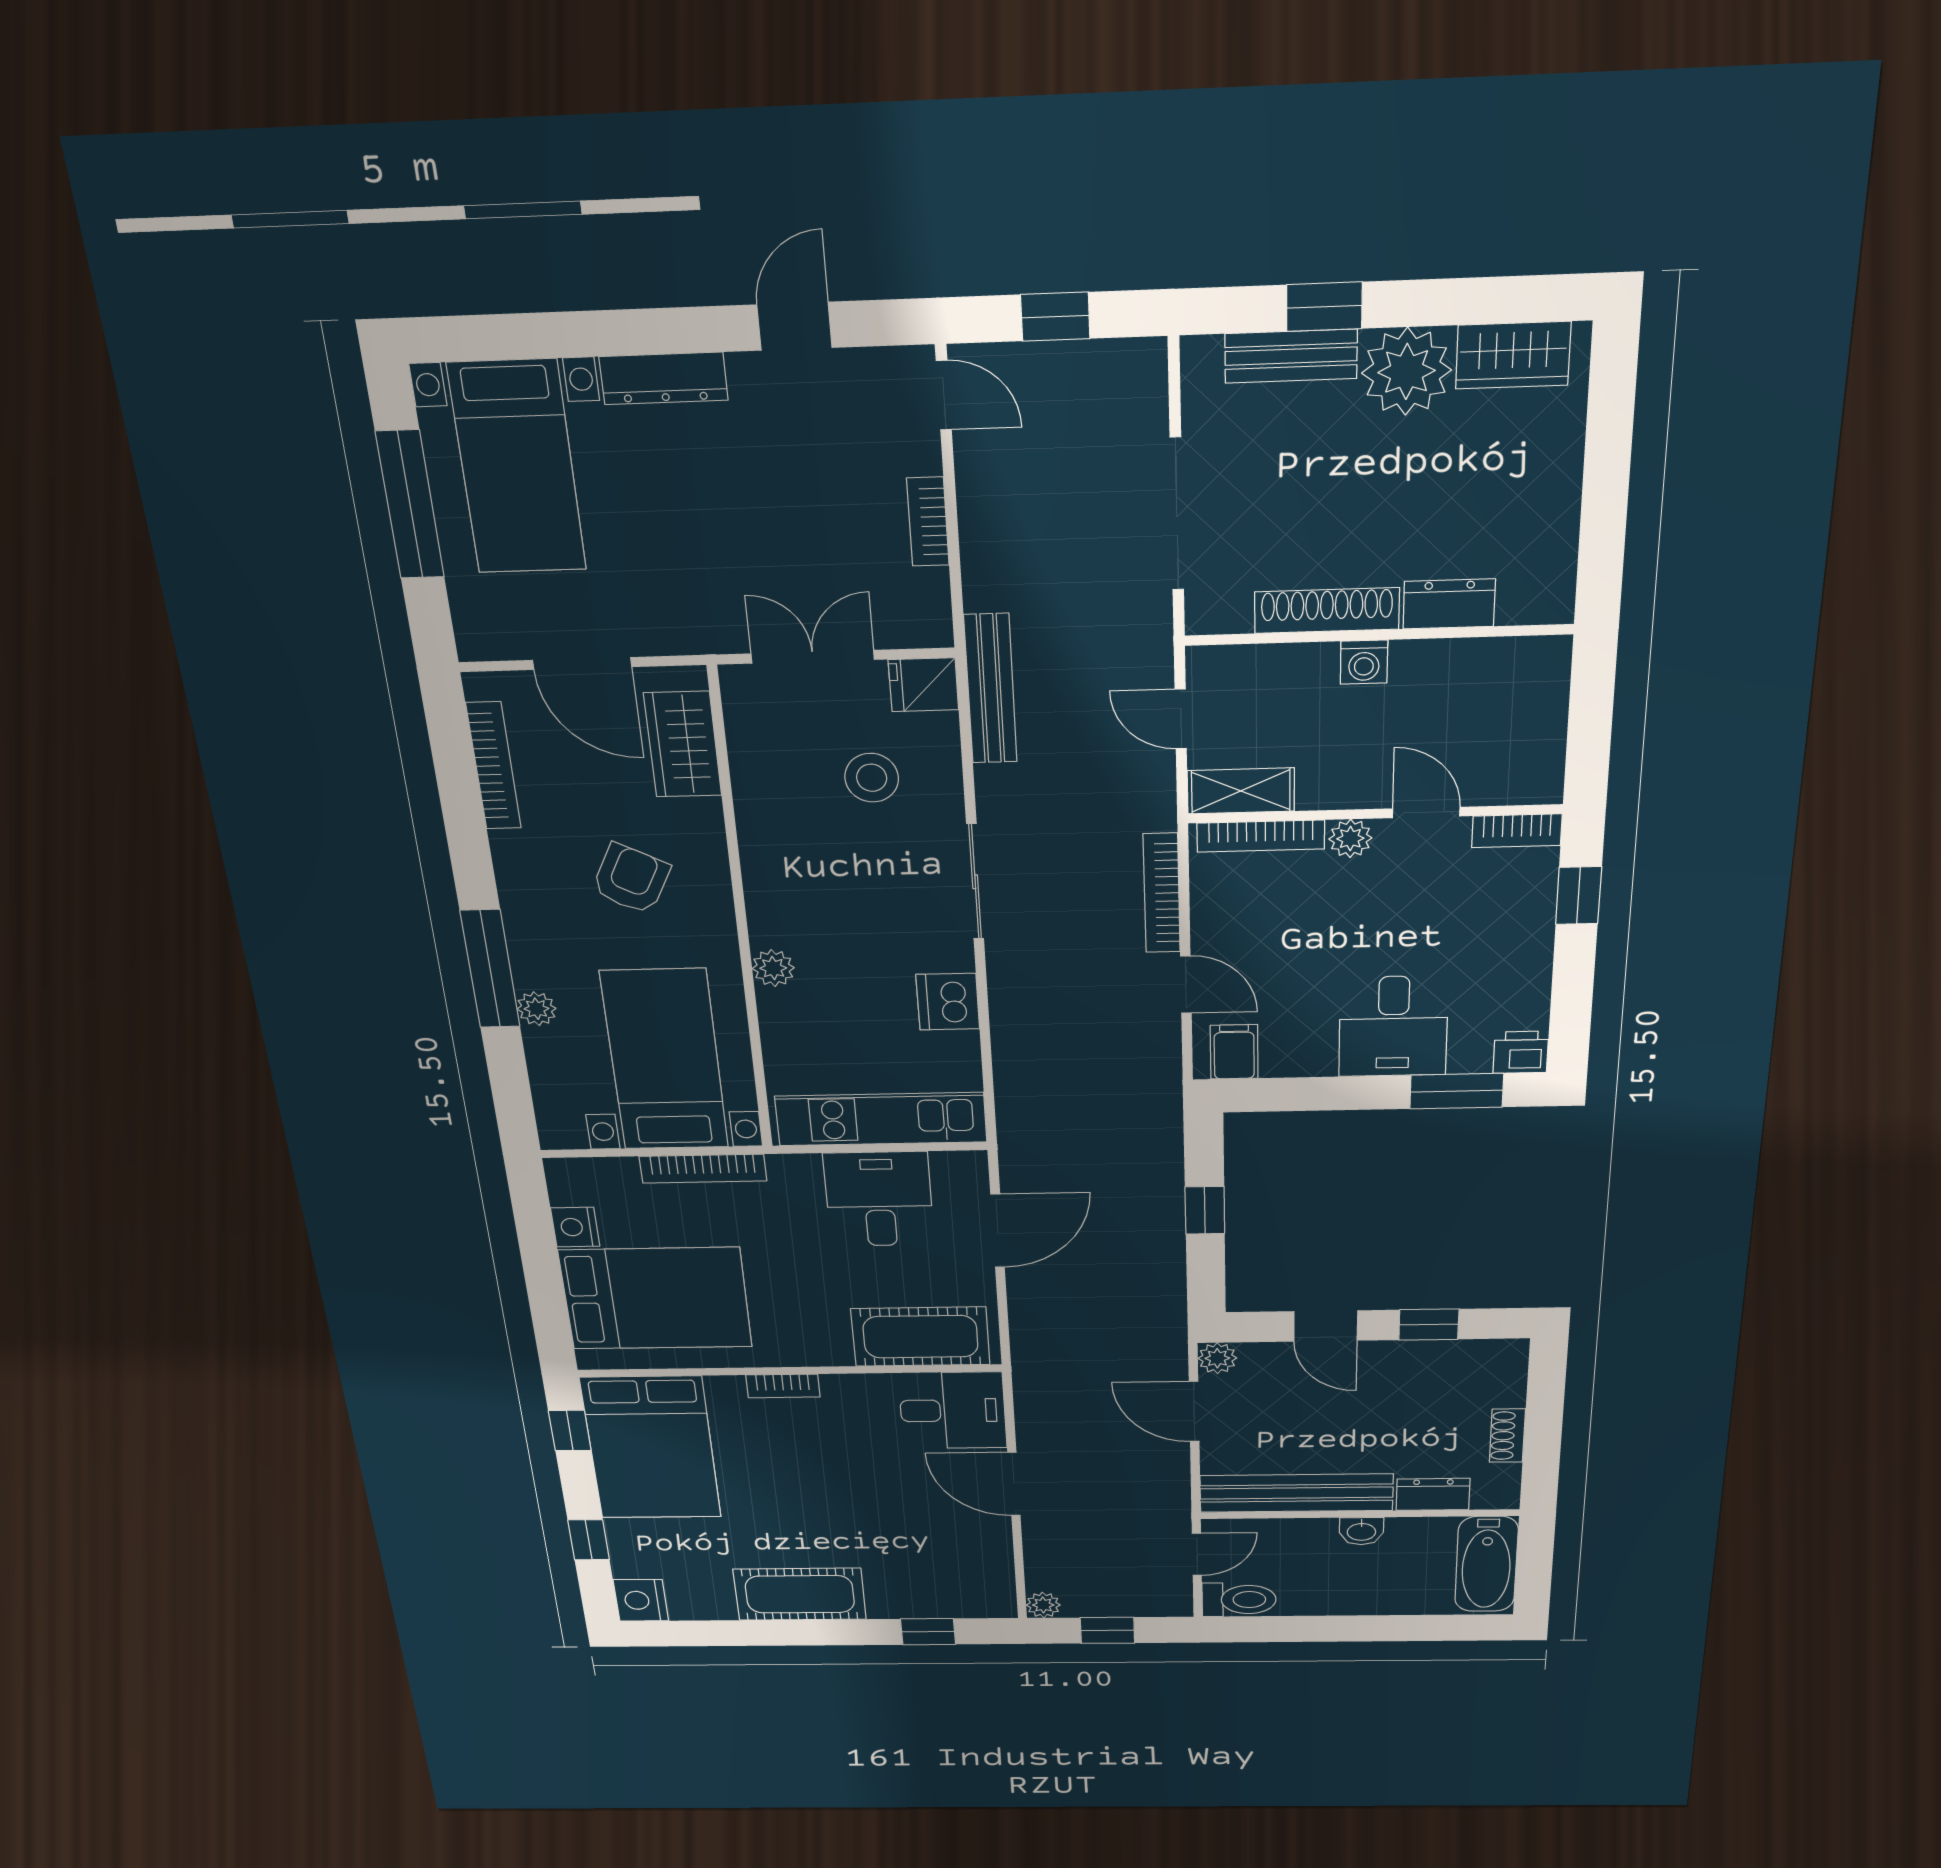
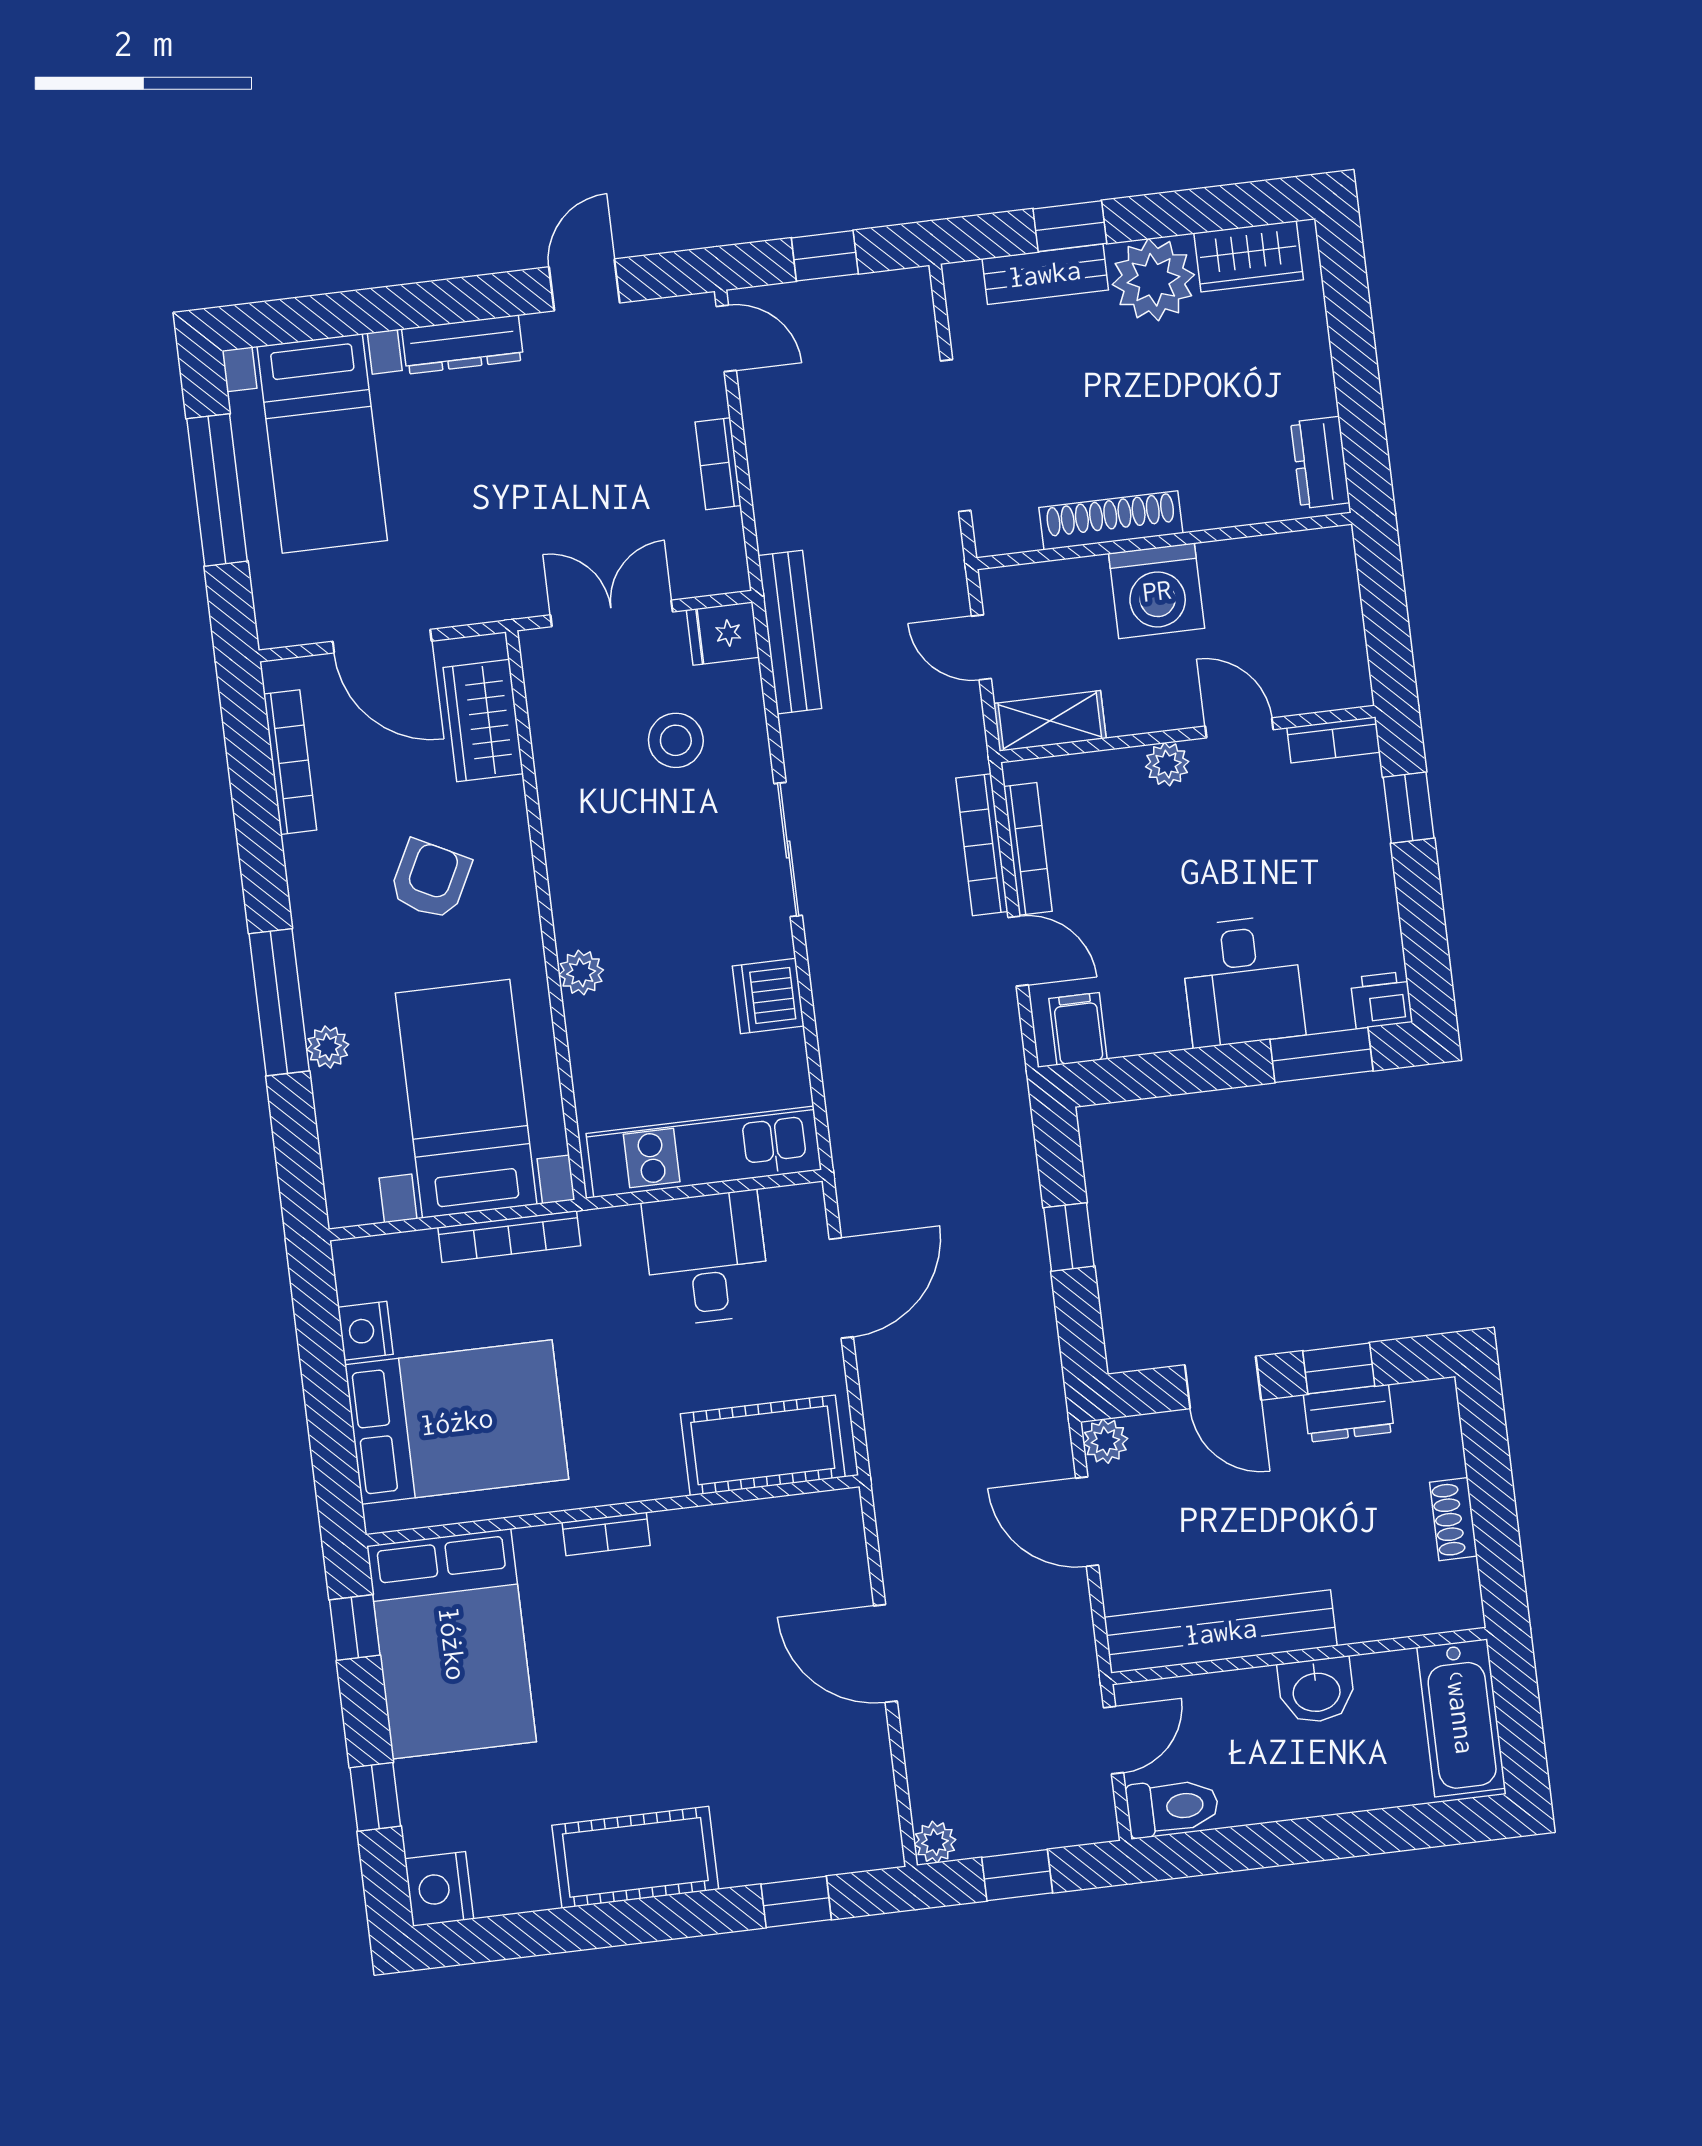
dresser: (1449, 604) -> (1320, 462), moved, turned -90
washing machine: (1364, 662) -> (1157, 591), width x1.89, depth x1.89
bookcase: (1261, 836) -> (1028, 849), moved, turned -90
desk: (953, 1411) -> (806, 1550), removed
dresser: (1433, 1494) -> (1349, 1413), moved, turned 180
washbasin: (1361, 1531) -> (1316, 1690), width x1.38, depth x1.45

